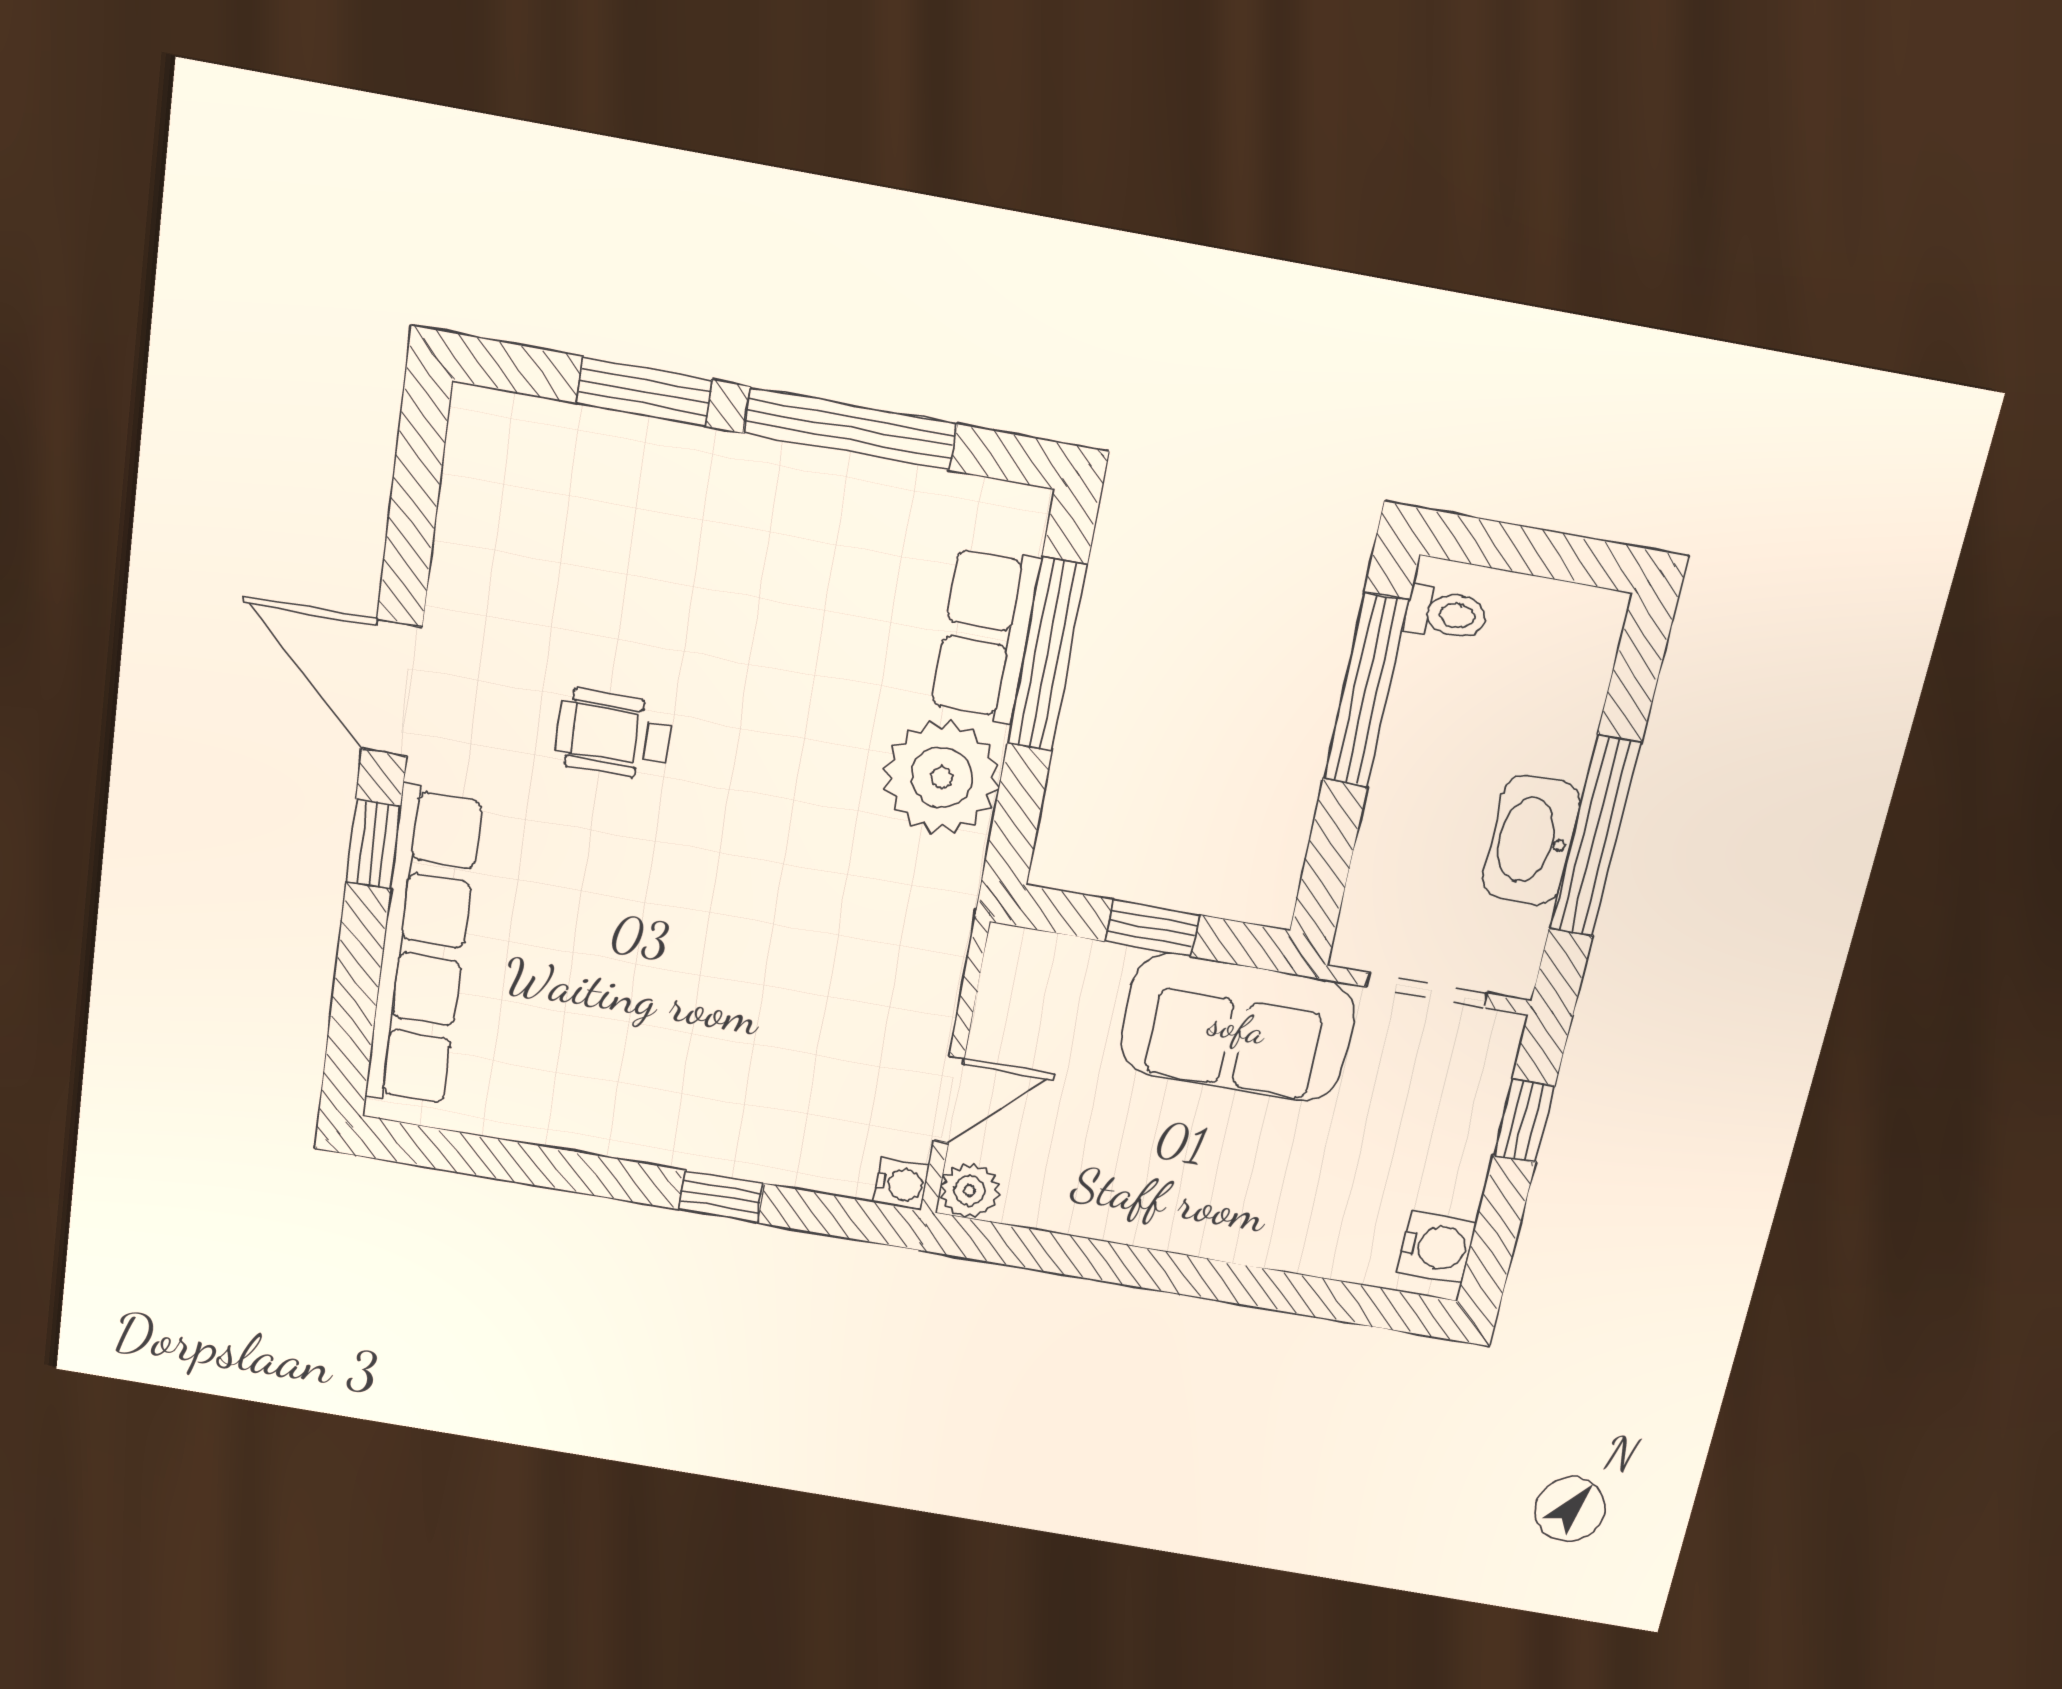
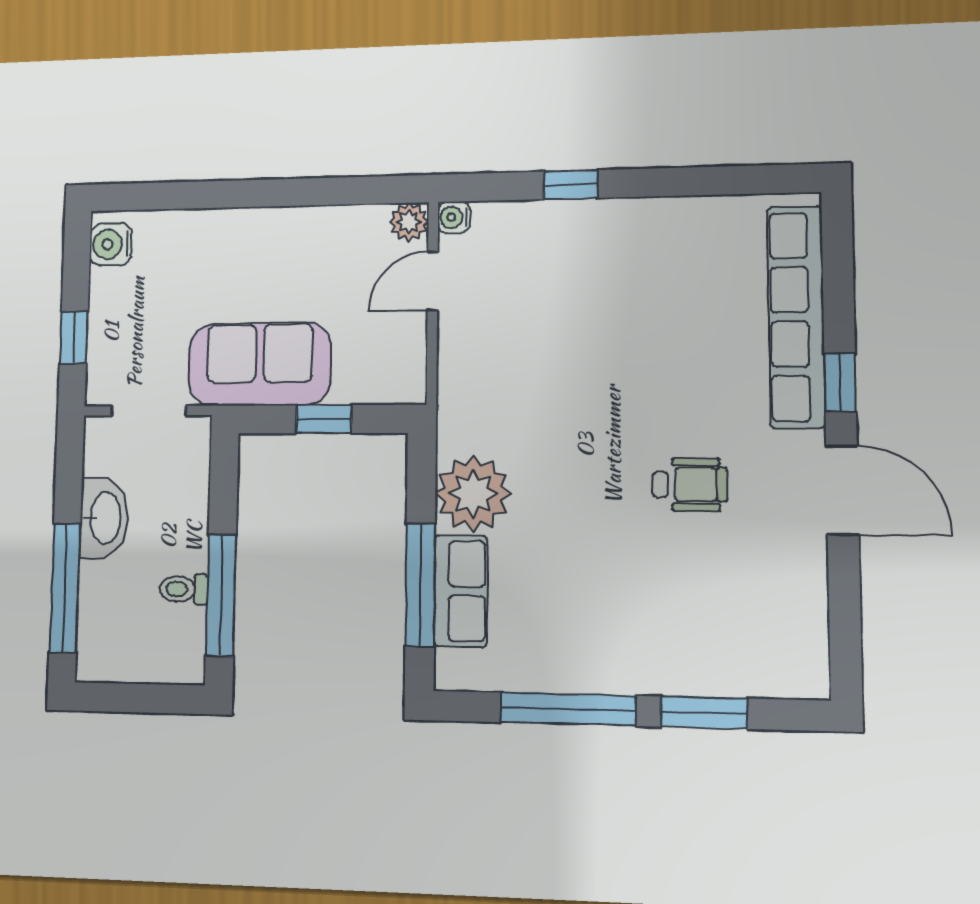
toilet: (1446, 614) -> (183, 589), moved
window: (1595, 836) -> (65, 588), moved

